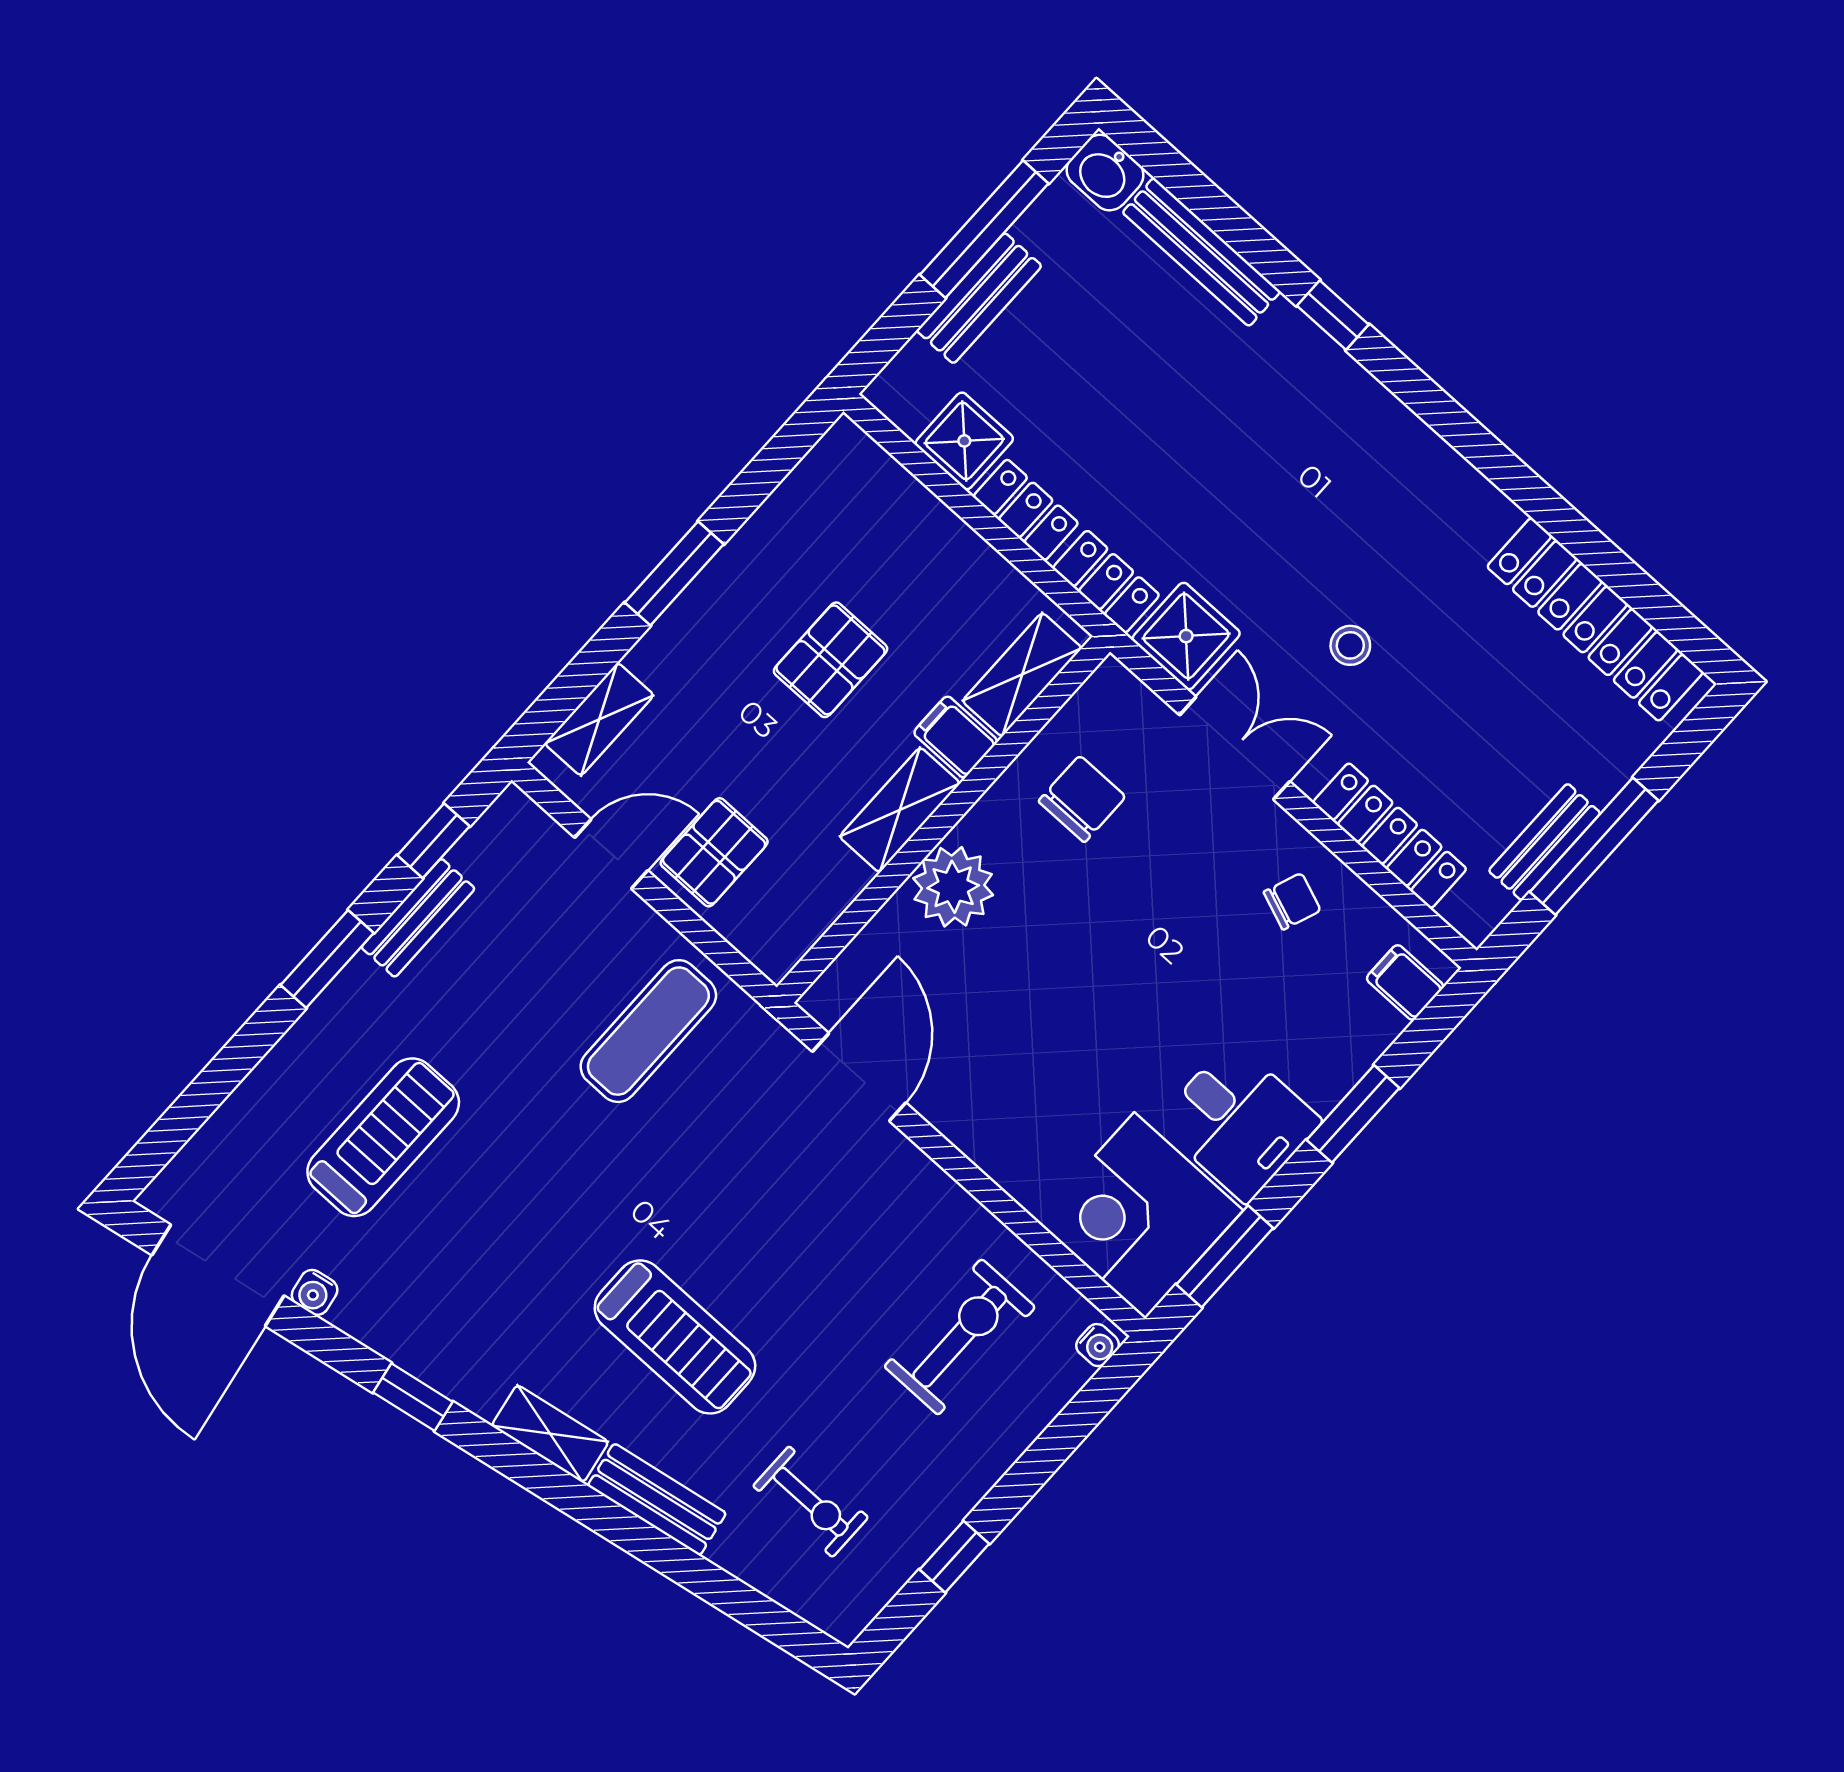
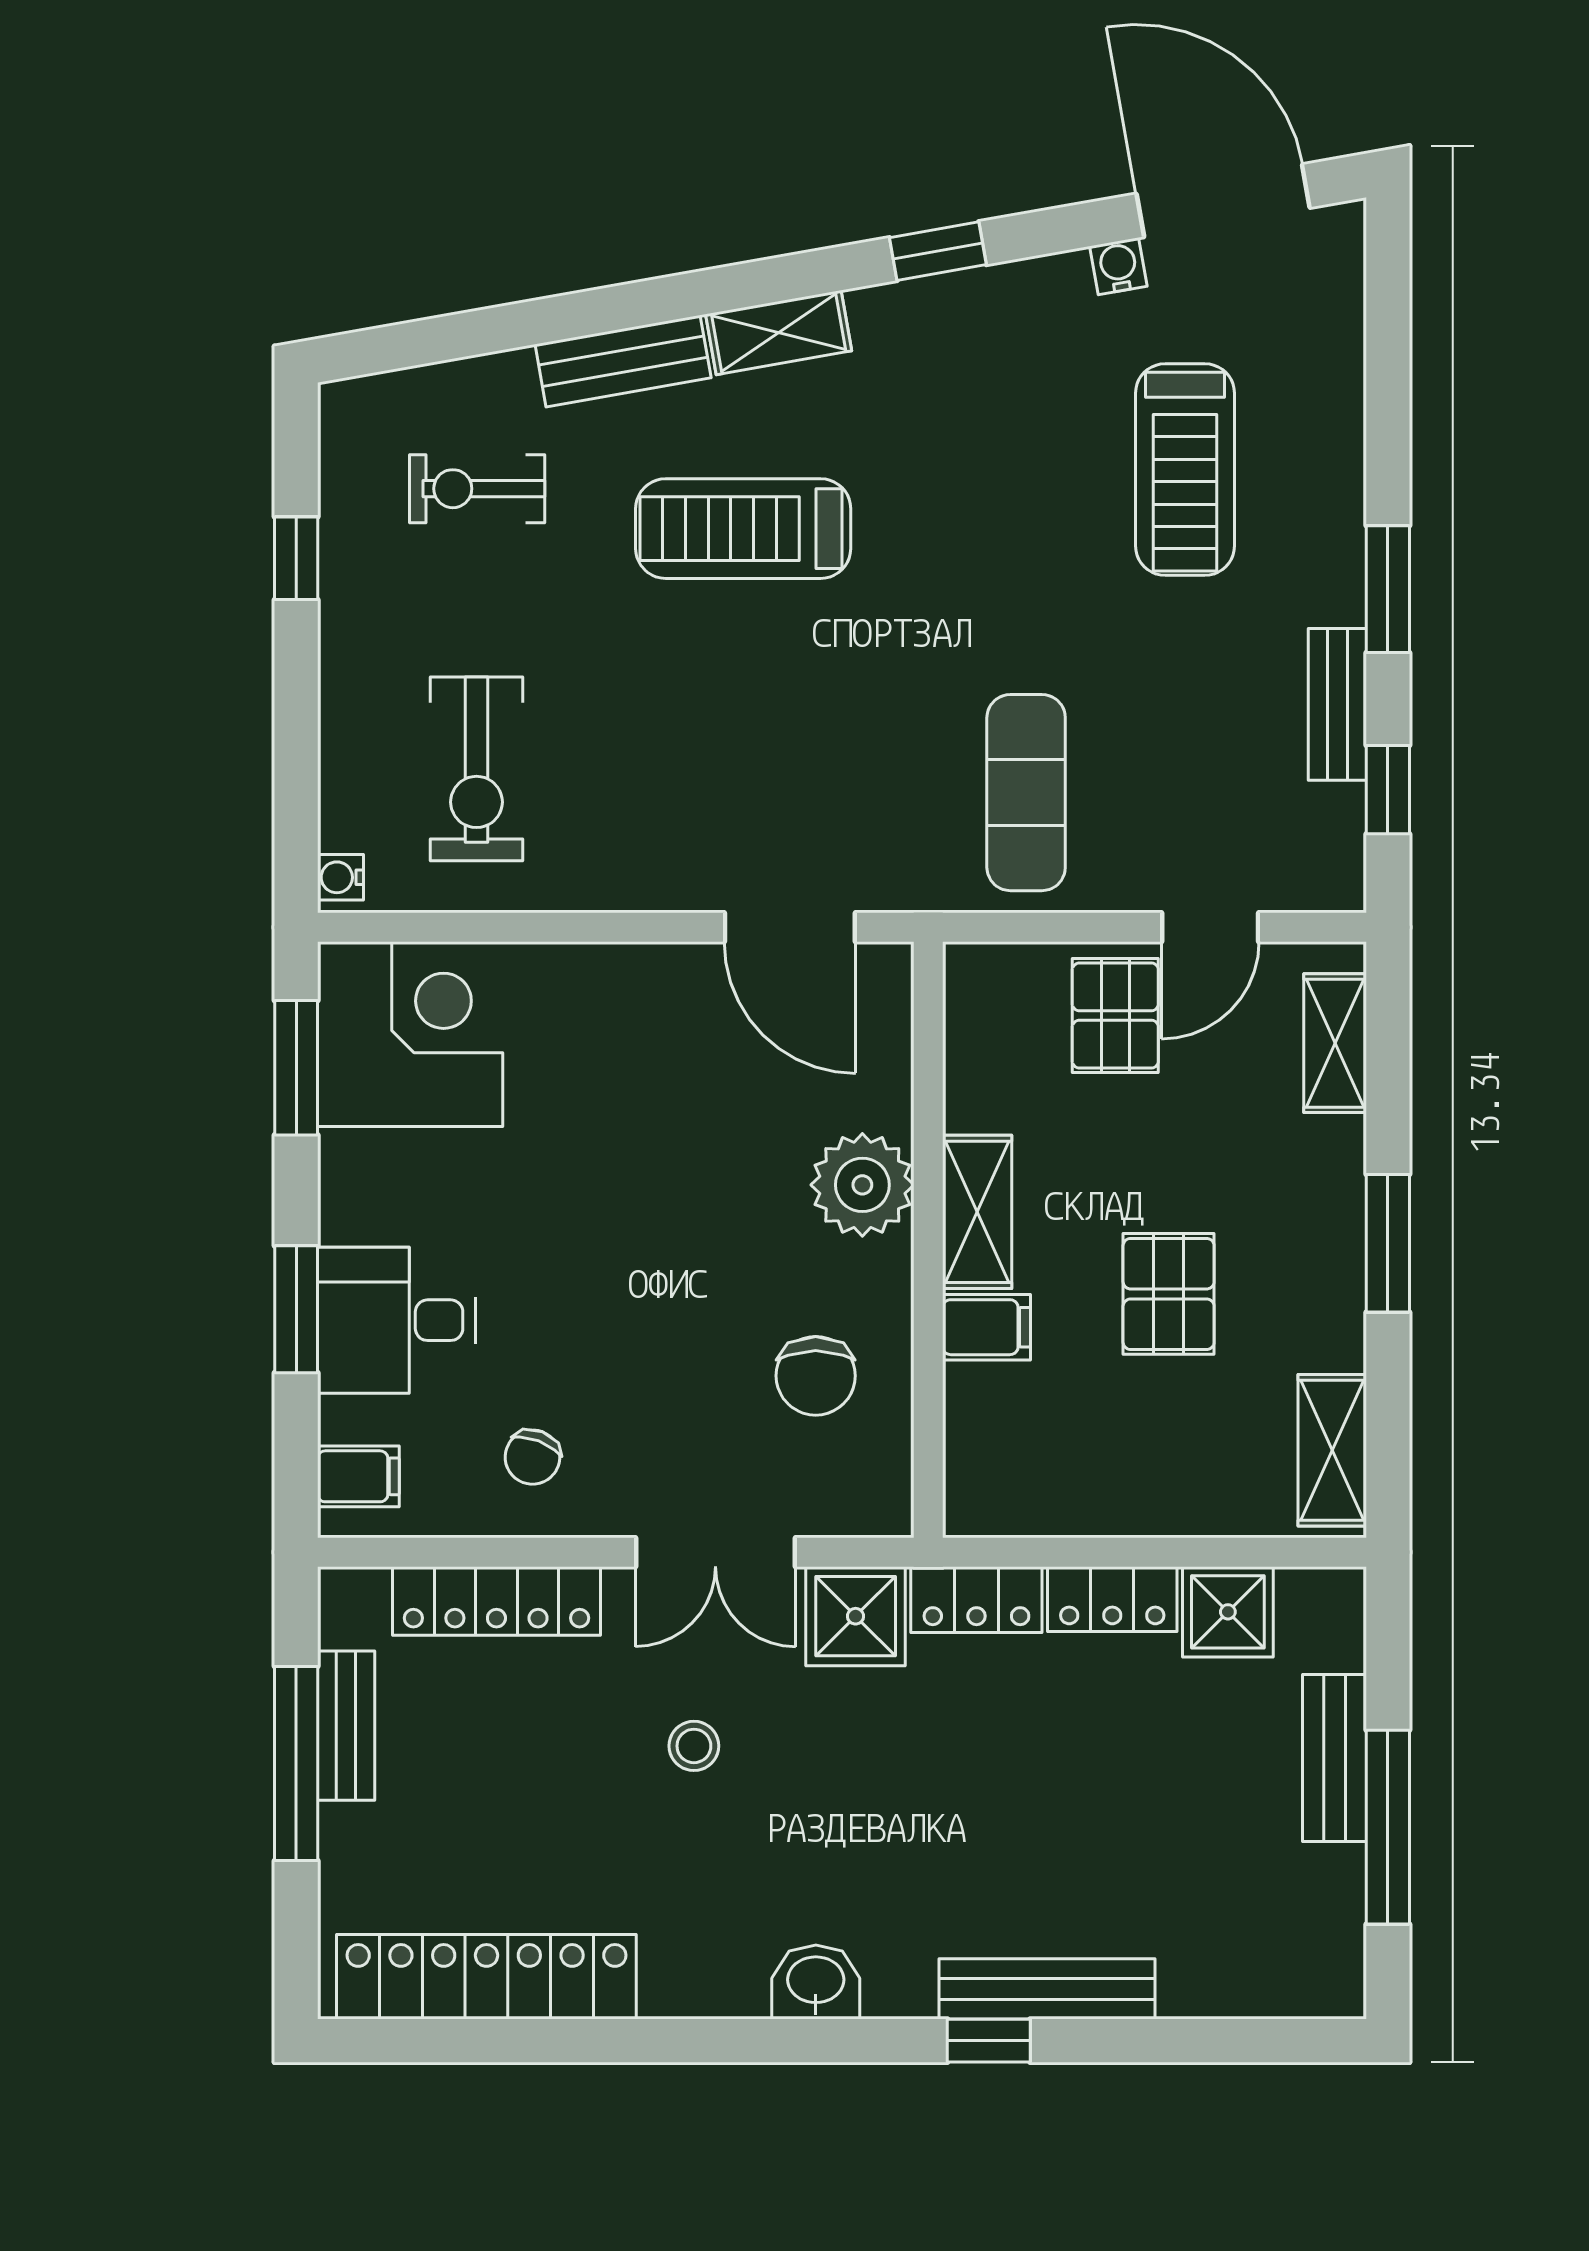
washbasin: (1105, 173) -> (816, 1982), moved
bench: (1201, 252) -> (1047, 1989), moved
shelving: (1022, 675) -> (1332, 1450), moved
desk: (1239, 1122) -> (397, 1320), moved

